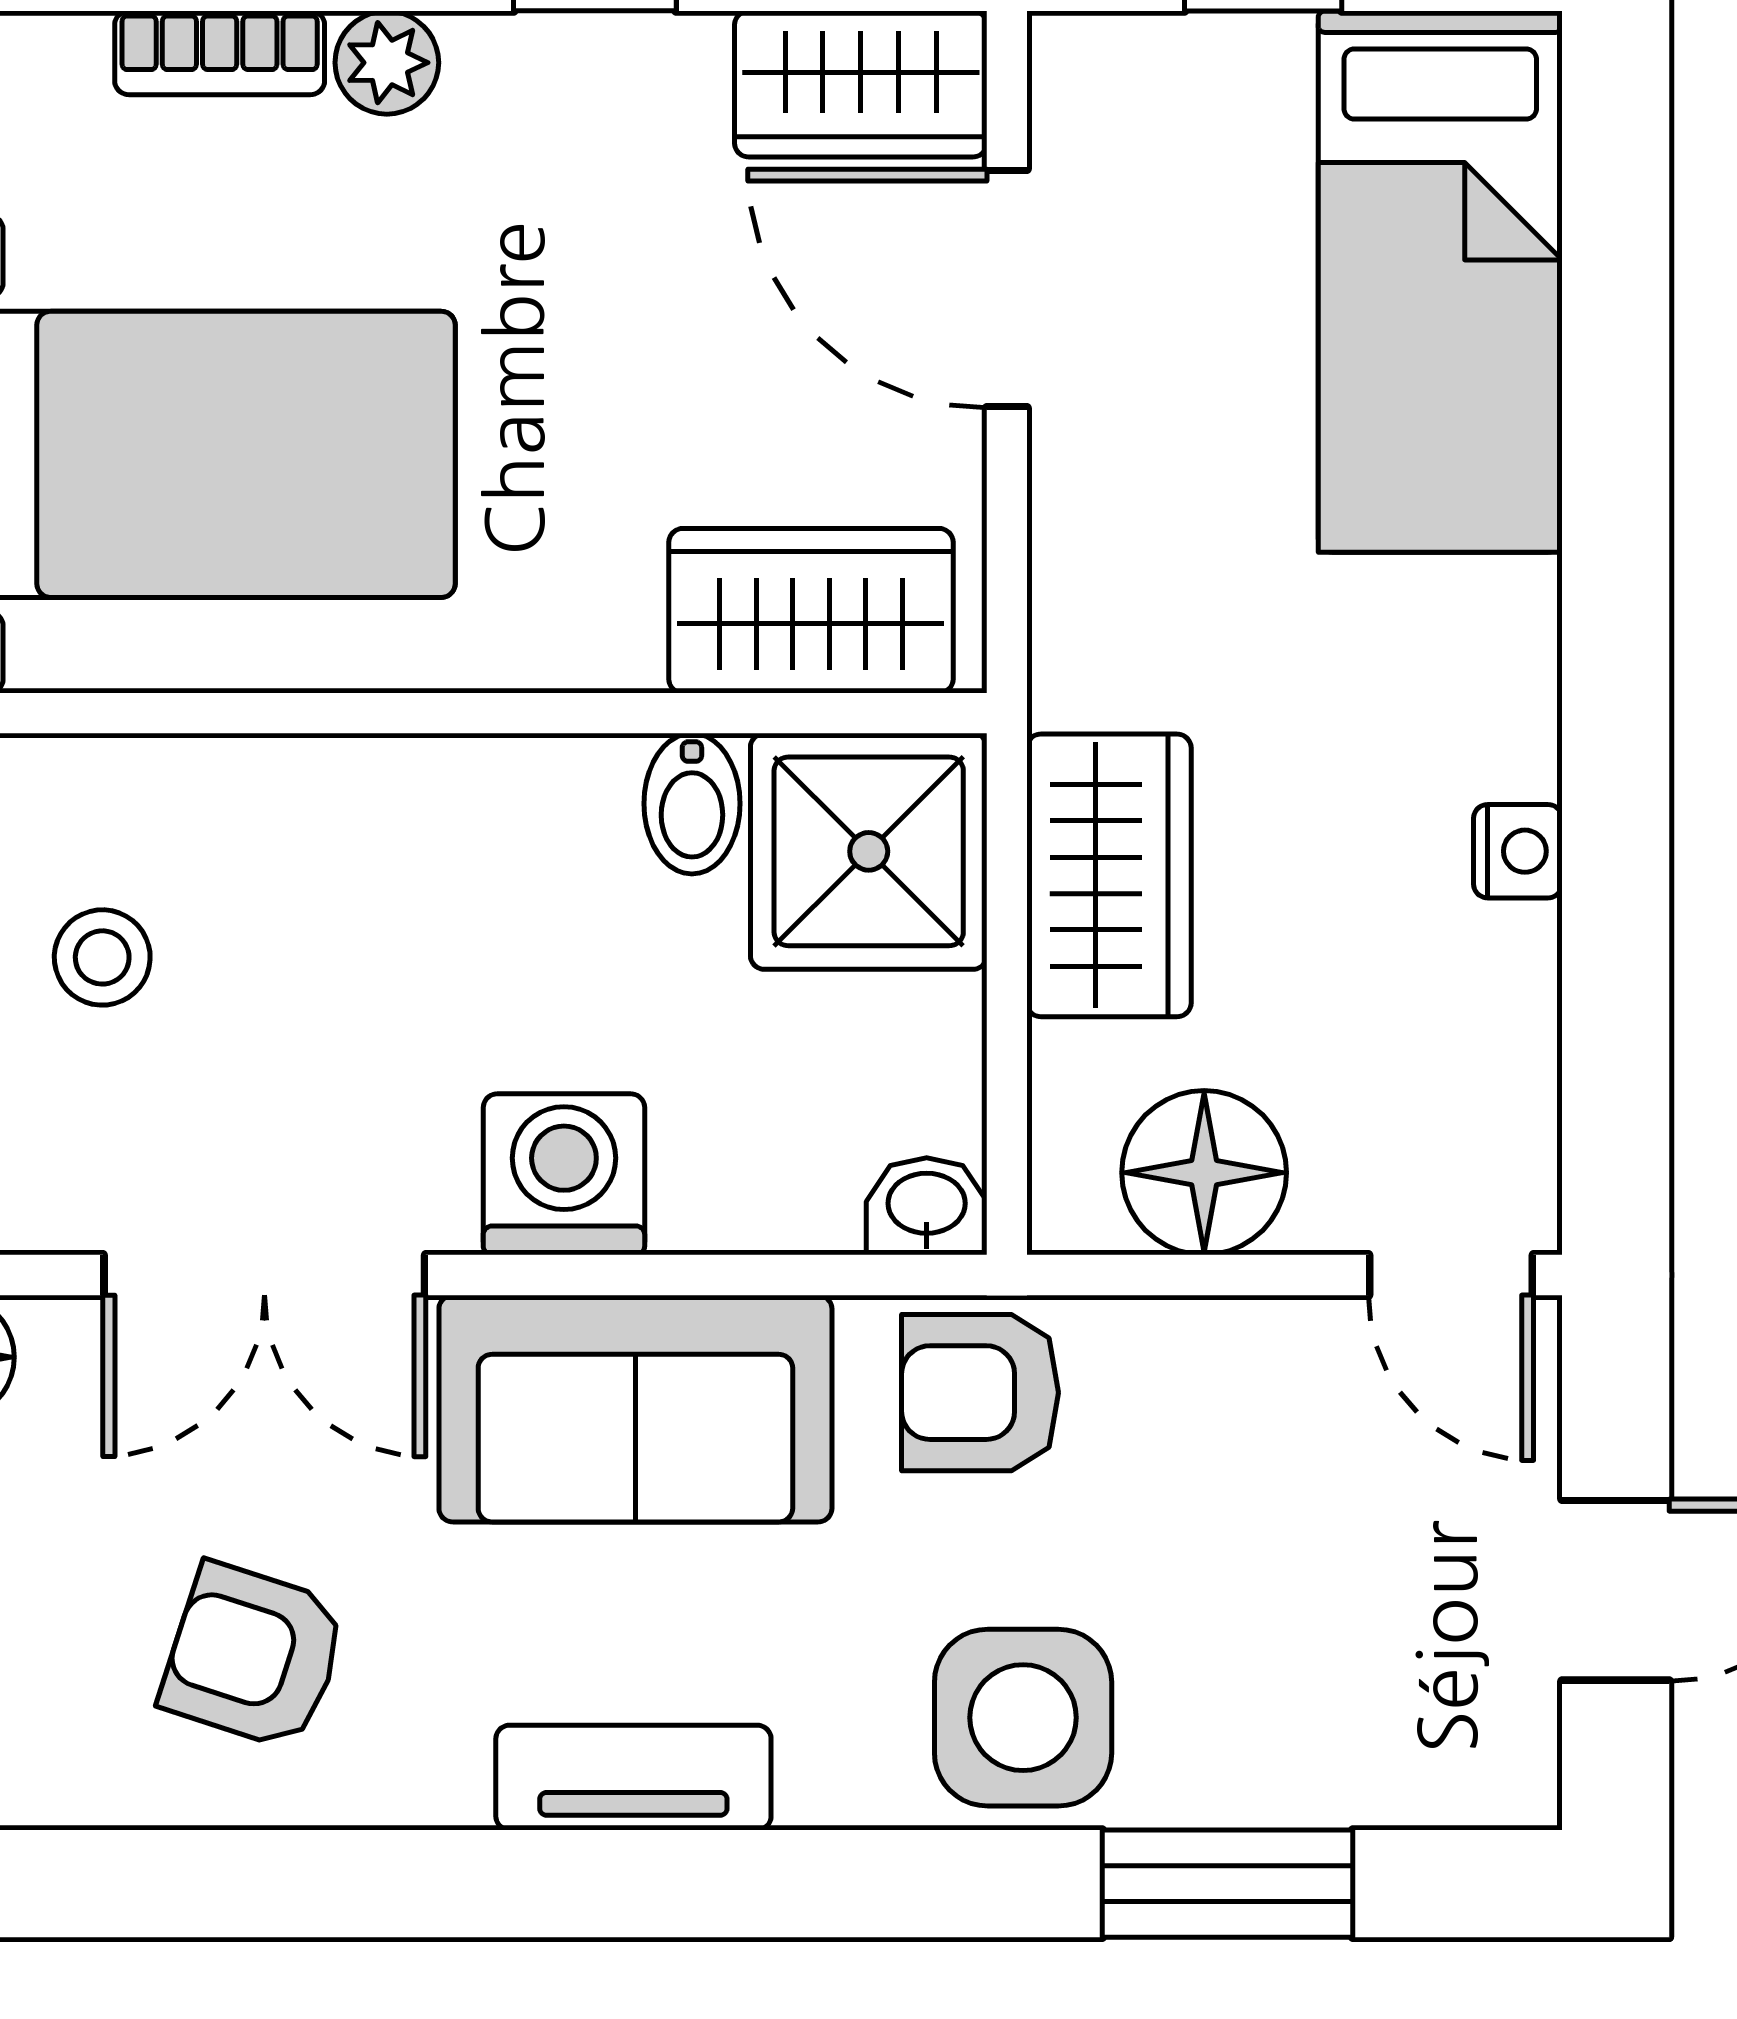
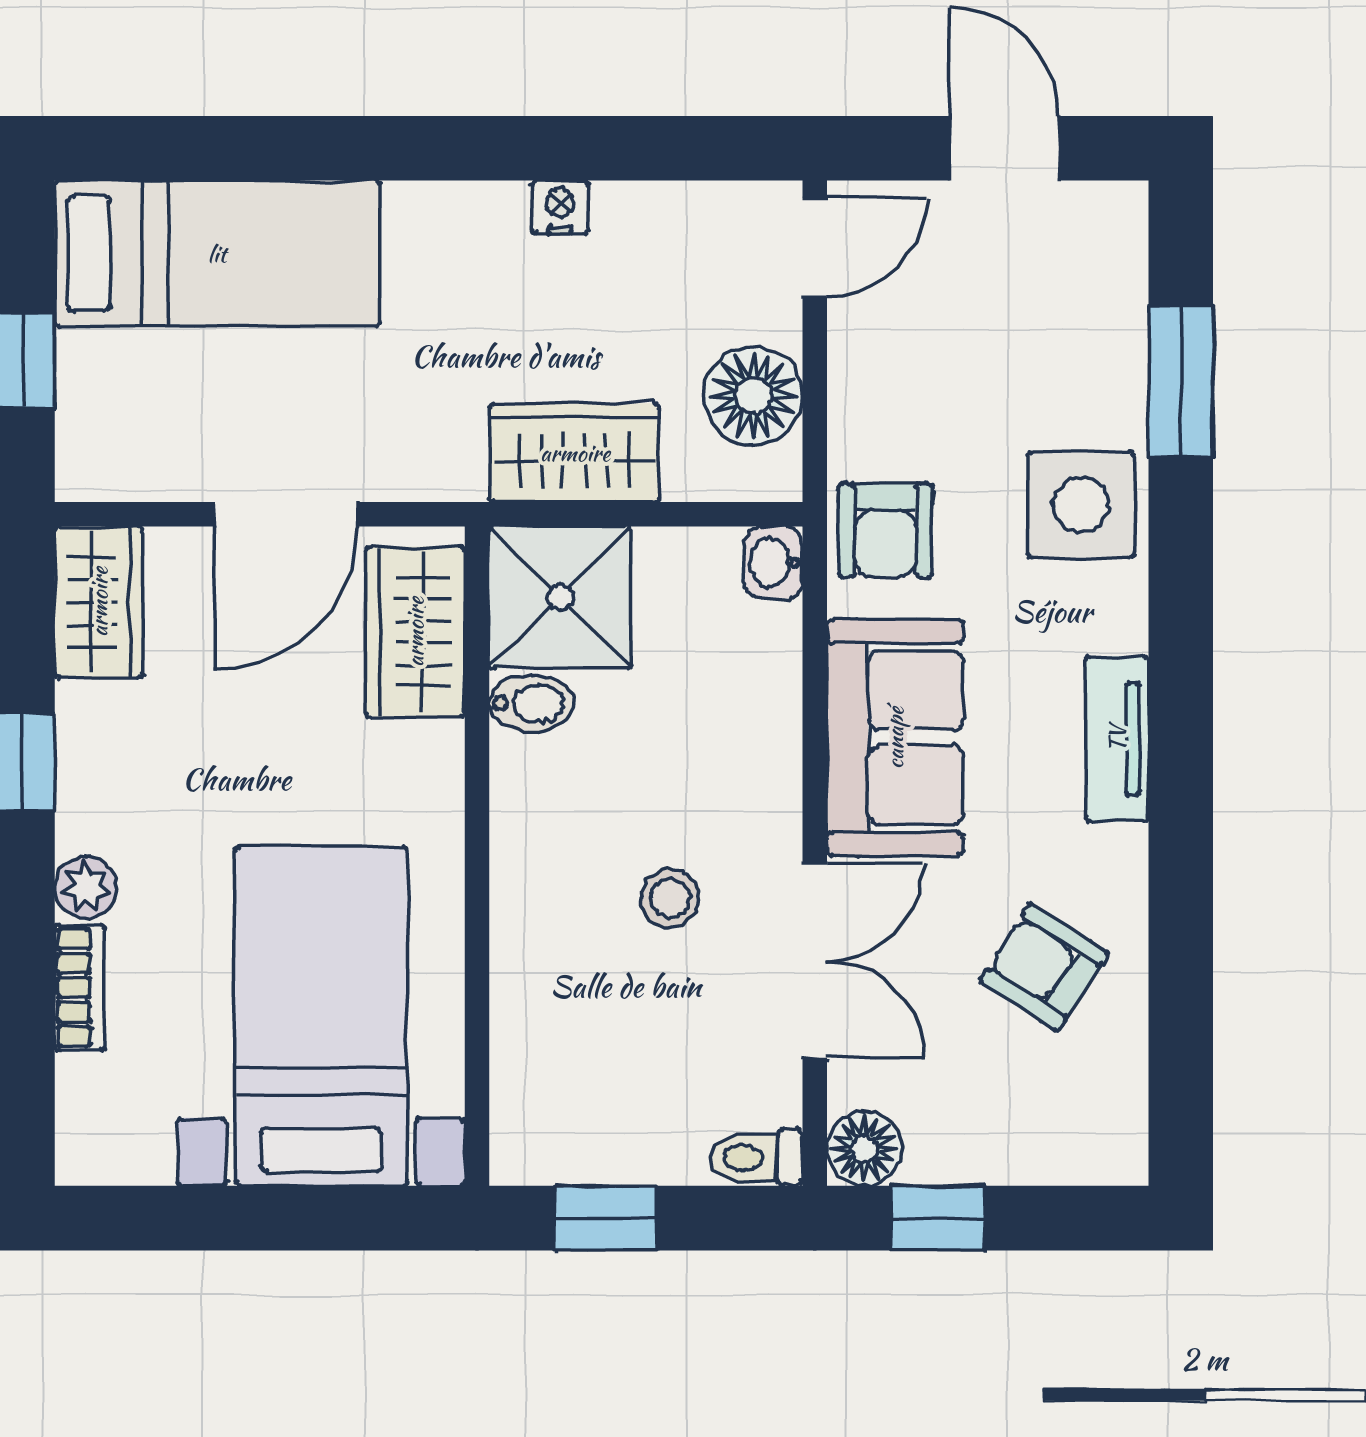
door: (1007, 289) -> (286, 514), moved
stool: (102, 957) -> (670, 898), moved
washing machine: (564, 1174) -> (754, 781), removed
armchair: (254, 1656) -> (1044, 967), turned 105

